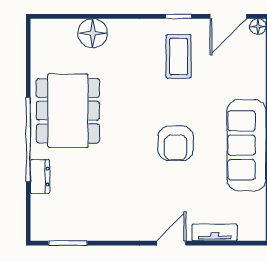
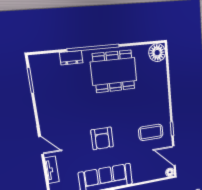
floor lamp: (93, 33) -> (157, 53), moved
armchair: (176, 143) -> (102, 138), turned -90

